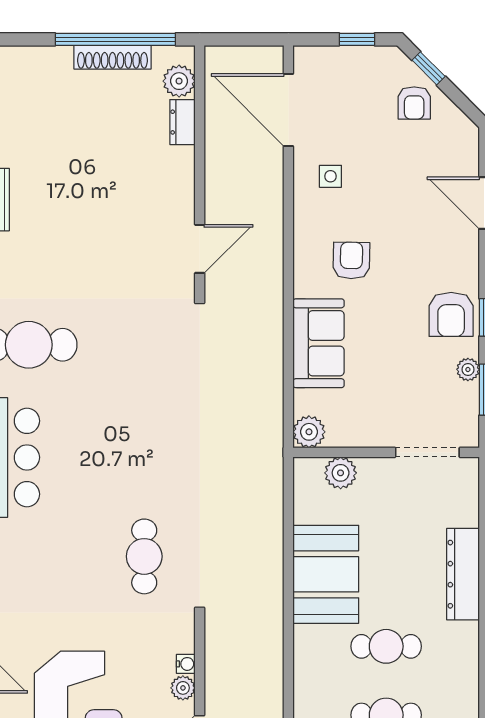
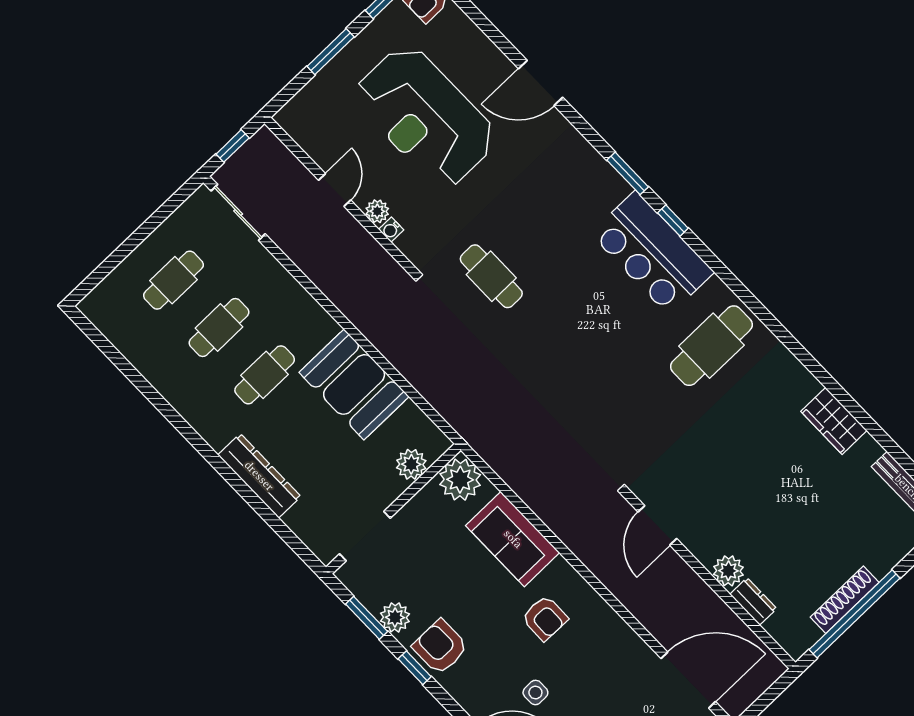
plant: (179, 81) -> (728, 571), moved
side table: (330, 176) -> (535, 692), moved
plant: (468, 369) -> (395, 617), width x1.38, depth x1.38
plant: (309, 432) -> (460, 480), width x1.36, depth x1.36

